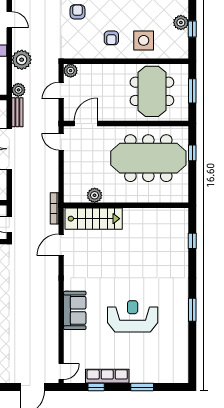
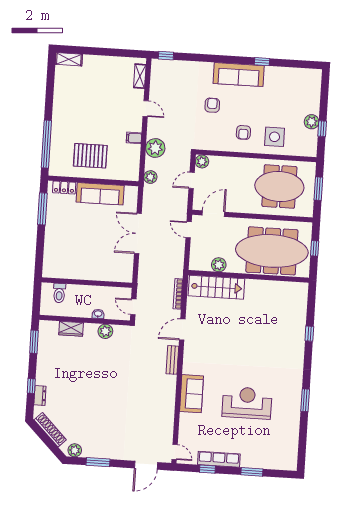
meeting table: (152, 91) -> (279, 187), turned 90
bench: (17, 112) -> (172, 360), moved
plant: (95, 195) -> (219, 265), moved
wall: (126, 205) -> (249, 276), moved
stairs: (94, 219) -> (216, 287), moved
door: (61, 372) -> (175, 452), hinge flipped

